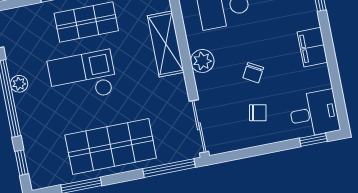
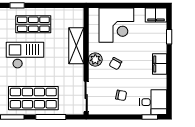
chair: (253, 73) -> (115, 64), moved
window: (169, 168) -> (51, 117), moved

